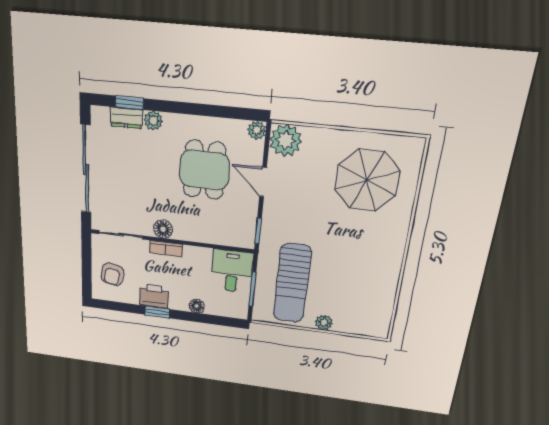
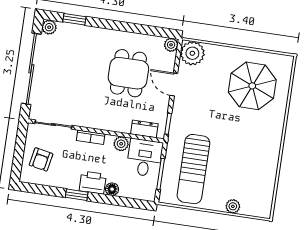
dresser: (126, 118) -> (144, 129), moved, turned 180
plant: (153, 121) -> (49, 27), moved
floor lamp: (163, 229) -> (90, 120), removed
plant: (203, 255) -> (121, 144), added
printer: (154, 296) -> (93, 183), moved
plant: (324, 323) -> (233, 206), moved

